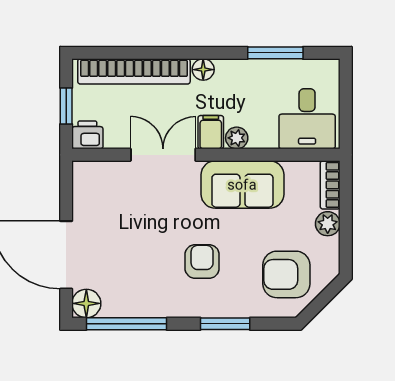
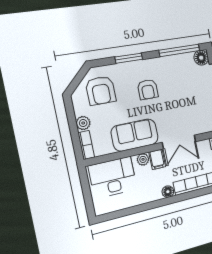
window: (275, 53) -> (132, 210), removed
desk: (307, 119) -> (113, 177), width x1.37
armchair: (286, 274) -> (101, 91), turned 90

